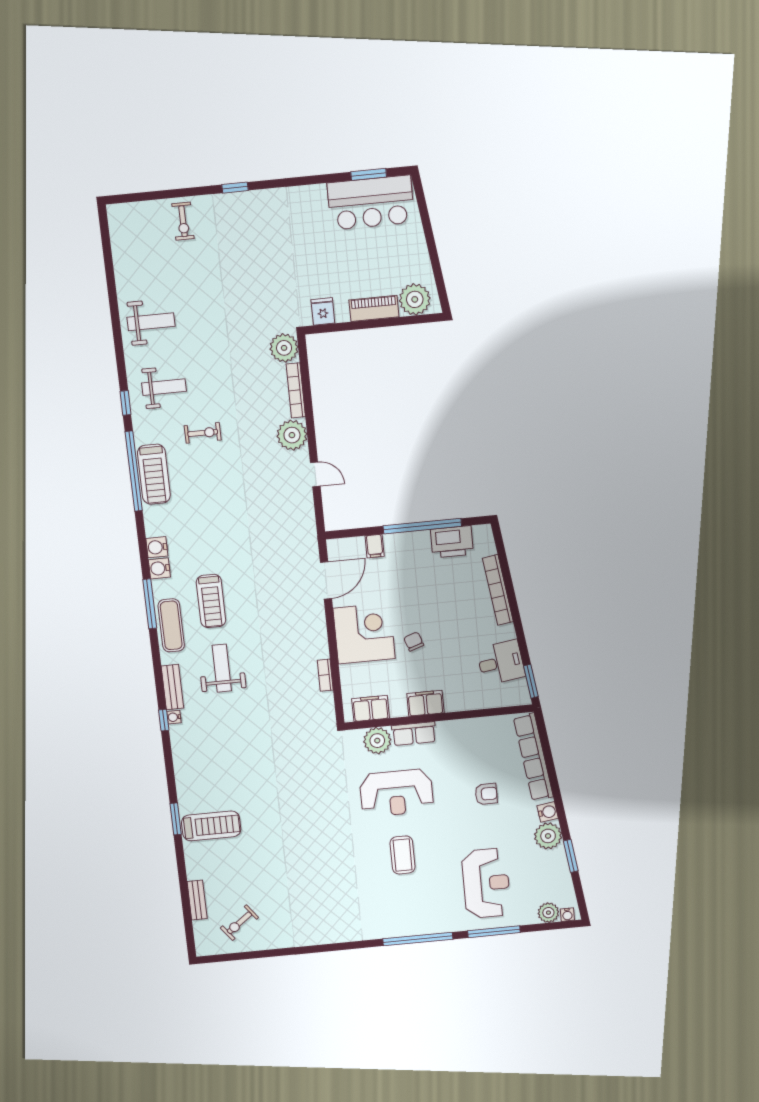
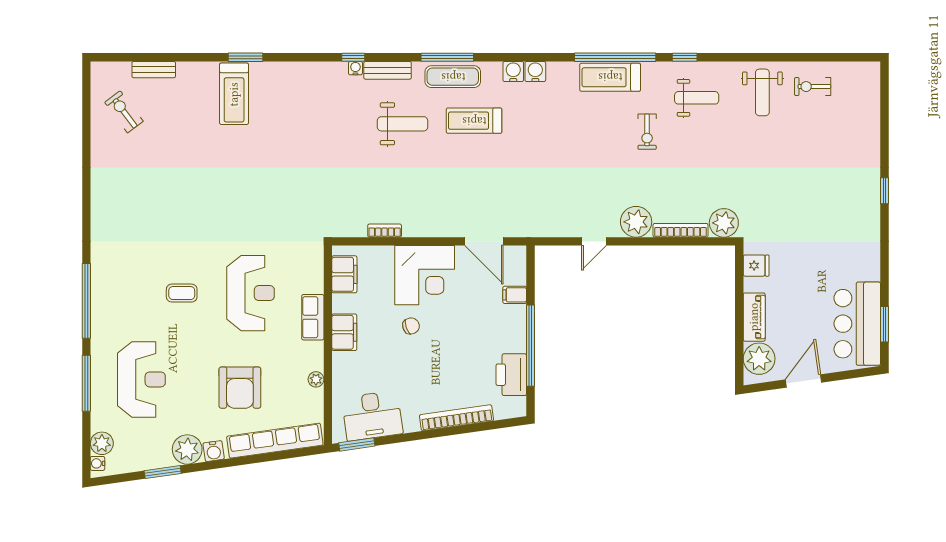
exercise bike: (183, 221) -> (813, 87), moved
door: (433, 252) -> (803, 381), added
weight bench: (164, 387) -> (697, 98), turned -90
window: (150, 604) -> (447, 57), moved
desk: (501, 663) -> (372, 416), width x1.37
plant: (377, 741) -> (316, 379), moved, width x0.53, depth x0.53
reception desk: (397, 793) -> (251, 293), turned 180
armchair: (486, 794) -> (240, 388), width x1.88, depth x1.88
coffee table: (403, 855) -> (182, 293), width x0.73, depth x0.77
reception desk: (486, 883) -> (141, 379), turned -90

